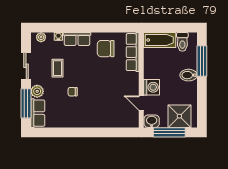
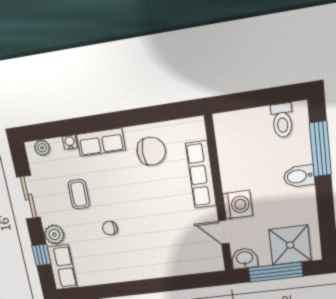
bathtub: (160, 40) -> (242, 123), removed
chair: (106, 49) -> (151, 151), turned 180
row of seats: (133, 52) -> (201, 175), moved
window: (26, 103) -> (41, 255), width x0.46

